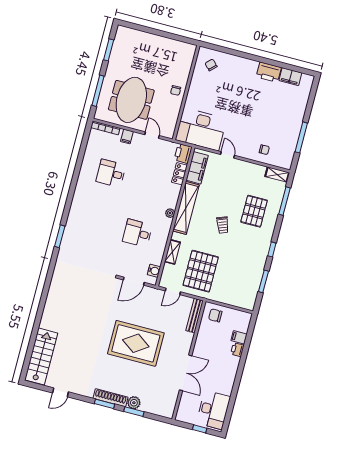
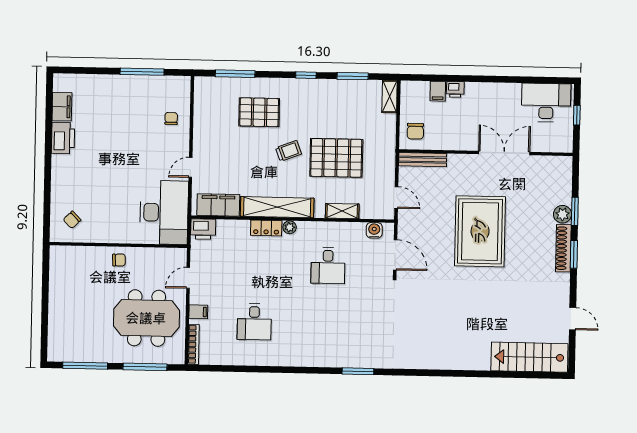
window: (109, 50) -> (85, 366), width x1.44
locker: (179, 174) -> (266, 228), moved
shelving: (277, 174) -> (390, 96), moved
pallet: (201, 271) -> (336, 158), moved

